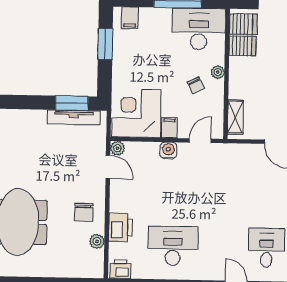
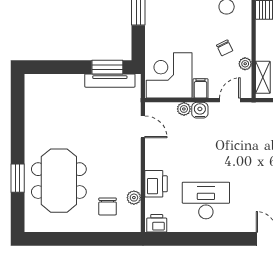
plant: (218, 72) -> (245, 64), moved
plant: (117, 148) -> (184, 109), moved
chair: (84, 212) -> (108, 206), moved

